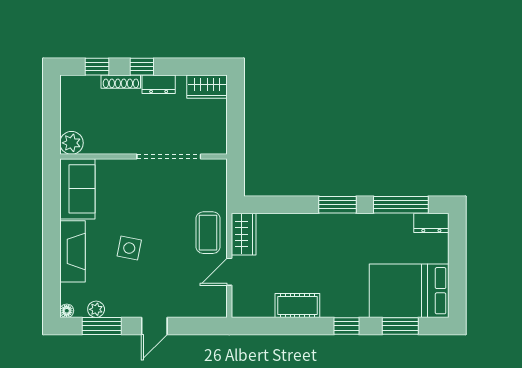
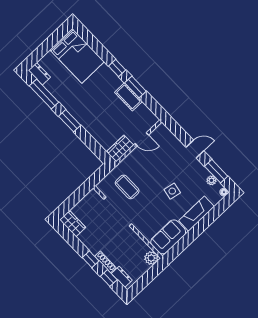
dresser: (159, 84) -> (122, 277), moved
coffee table: (208, 233) -> (127, 187), moved, turned 90
window: (400, 326) -> (135, 87), moved

